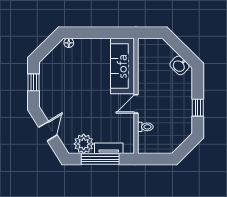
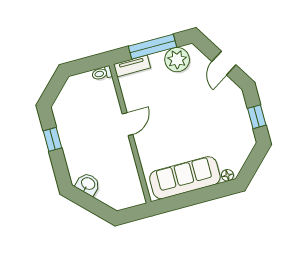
sofa: (122, 66) -> (185, 178), moved, turned -90
toilet: (145, 127) -> (102, 73), moved
tv unit: (109, 148) -> (132, 66), moved

